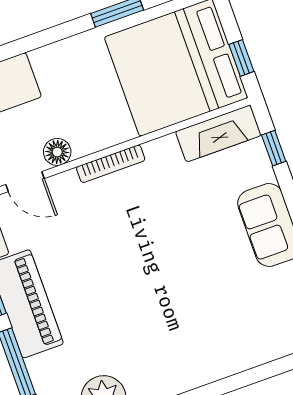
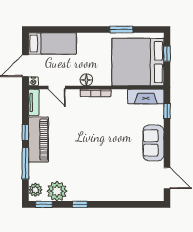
window: (241, 58) -> (167, 54), moved
floor lamp: (57, 152) -> (86, 80), moved

